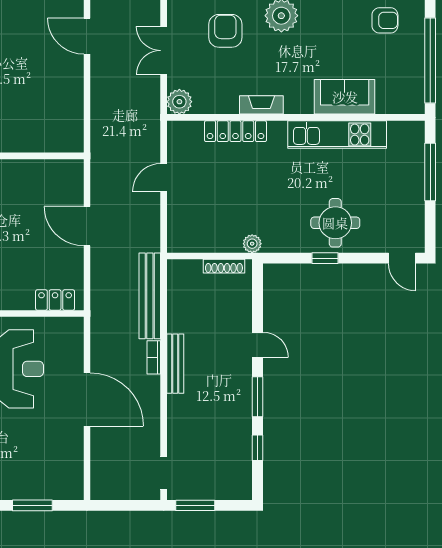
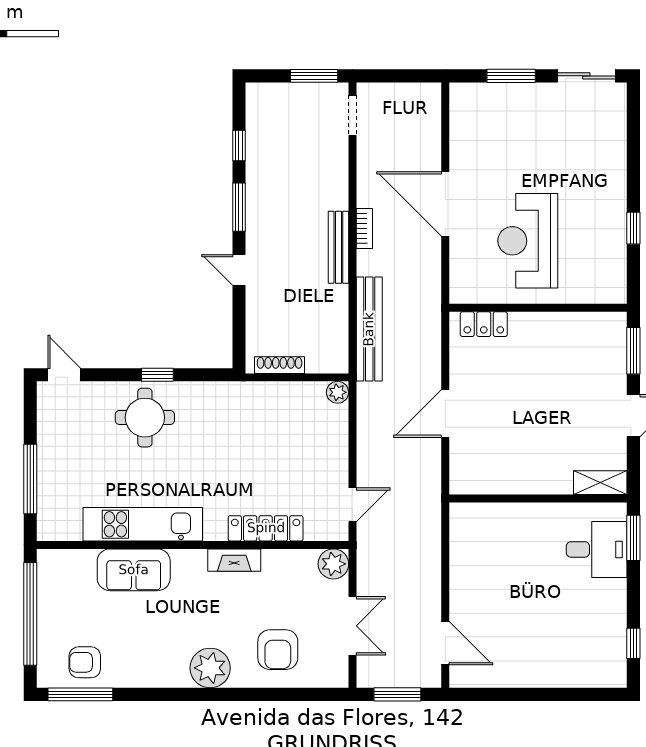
door: (164, 178) -> (352, 505), moved
door: (87, 226) -> (445, 413), swing flipped
plant: (252, 244) -> (338, 392), moved
bookcase: (154, 357) -> (364, 229), moved

